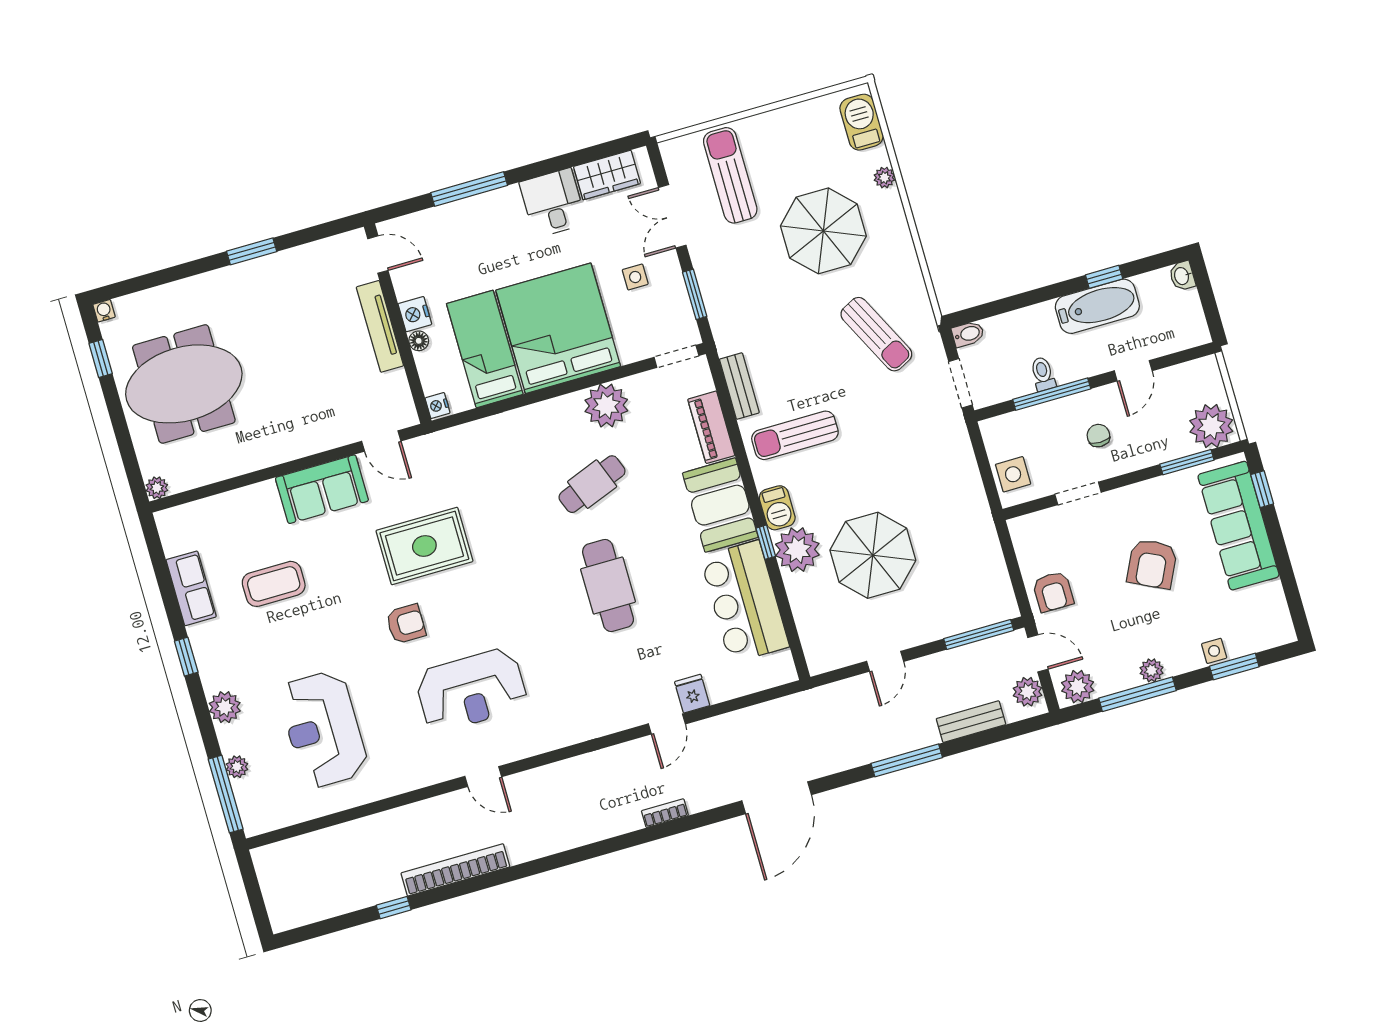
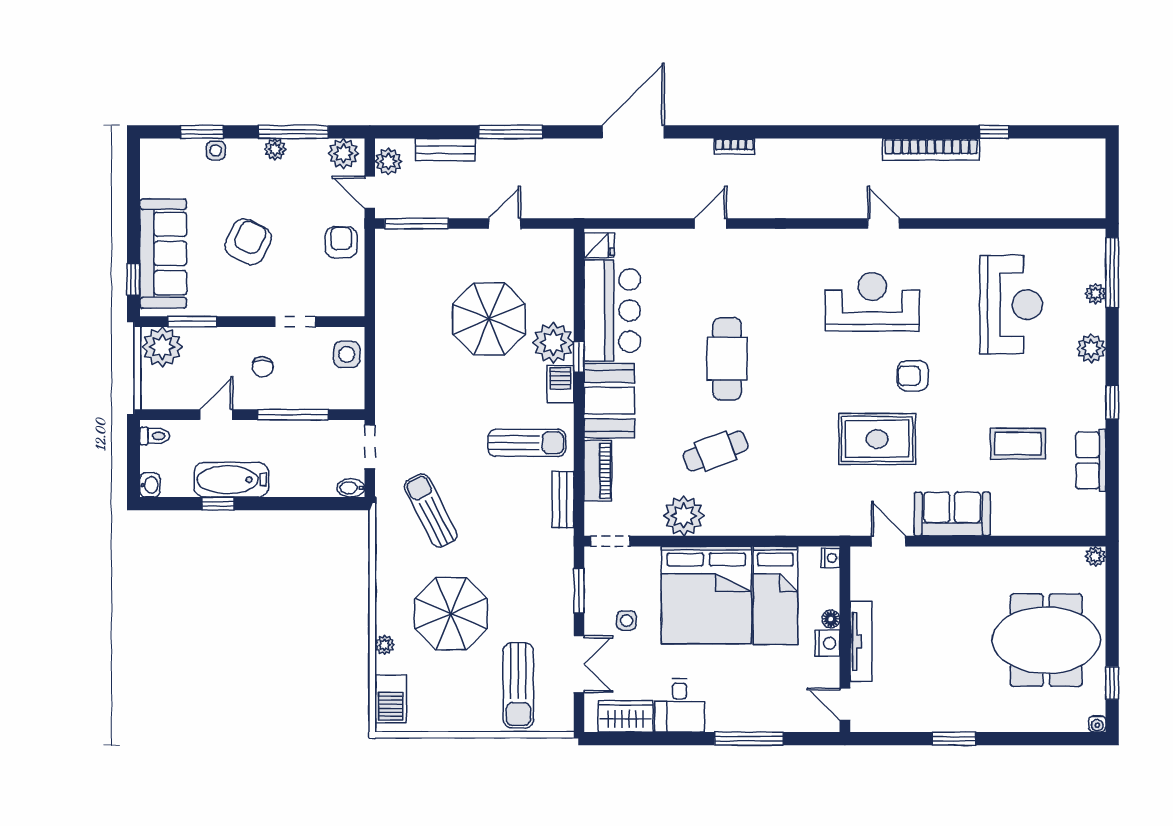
toilet: (1043, 374) -> (155, 436), moved, turned -90
fridge: (692, 694) -> (599, 245), moved, turned -90

